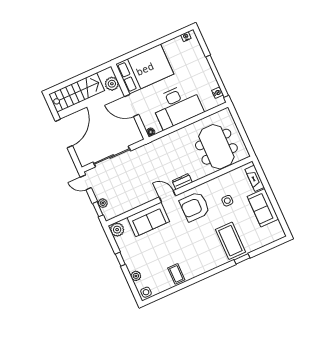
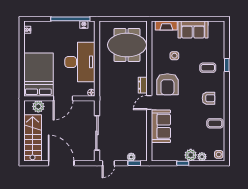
plant: (117, 230) -> (191, 155), moved
coffee table: (230, 241) -> (208, 68), width x0.54, depth x0.58
armchair: (199, 256) -> (208, 98), added

